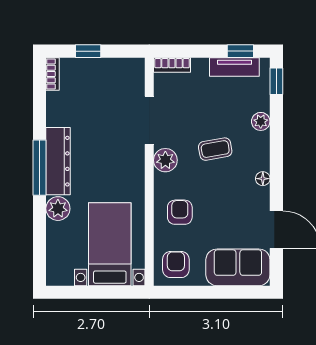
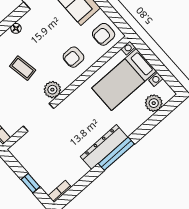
plant: (58, 209) -> (154, 103), moved

